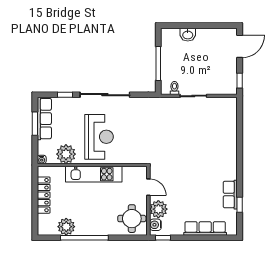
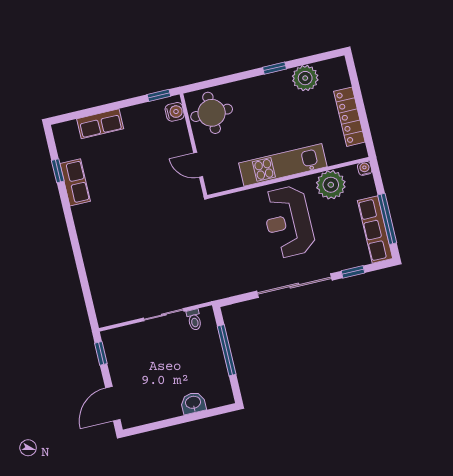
window: (35, 124) -> (387, 219), width x1.44
plant: (158, 209) -> (176, 136), removed
row of seats: (205, 228) -> (100, 124), width x0.68
window: (84, 238) -> (275, 68), width x0.32

